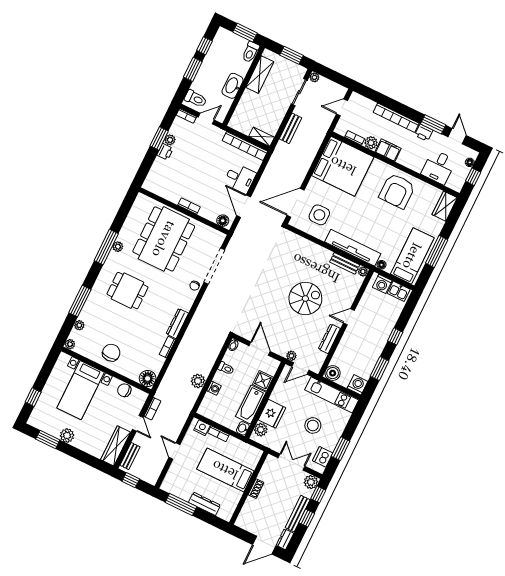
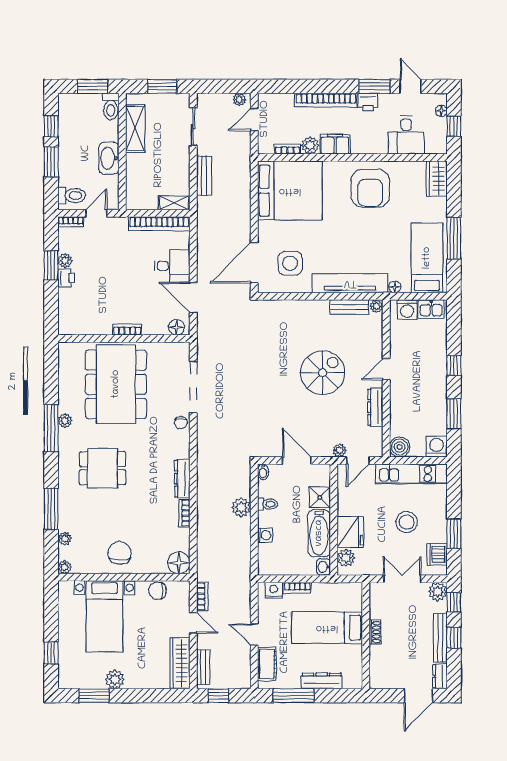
plant: (314, 77) -> (239, 100), moved
plant: (198, 381) -> (241, 507), moved
cot: (173, 475) -> (267, 664), added

